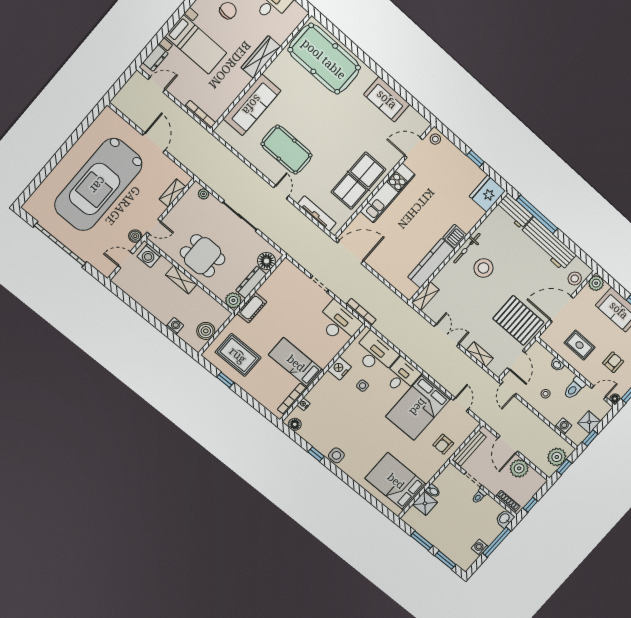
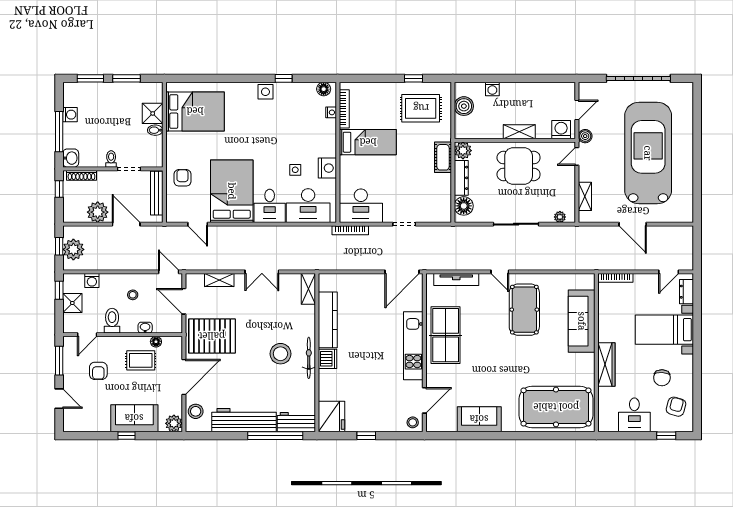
pool table: (287, 150) -> (524, 310), turned 90
floor lamp: (615, 399) -> (156, 342), moved

